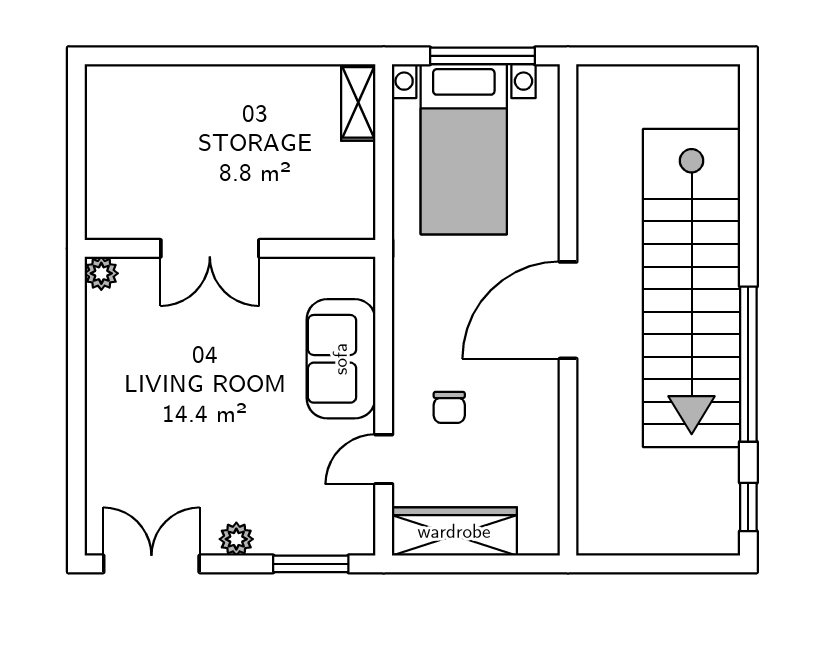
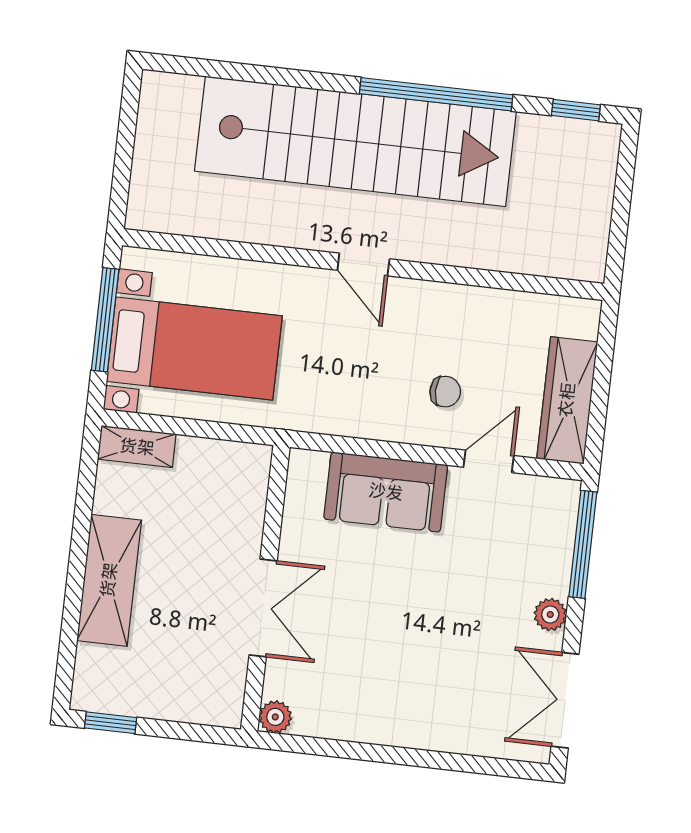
shelving: (220, 90) -> (109, 580), added
window: (76, 108) -> (111, 723), added
door: (568, 310) -> (363, 265), width x0.53
door: (384, 459) -> (489, 461), swing flipped
window: (311, 564) -> (583, 544), width x1.44

